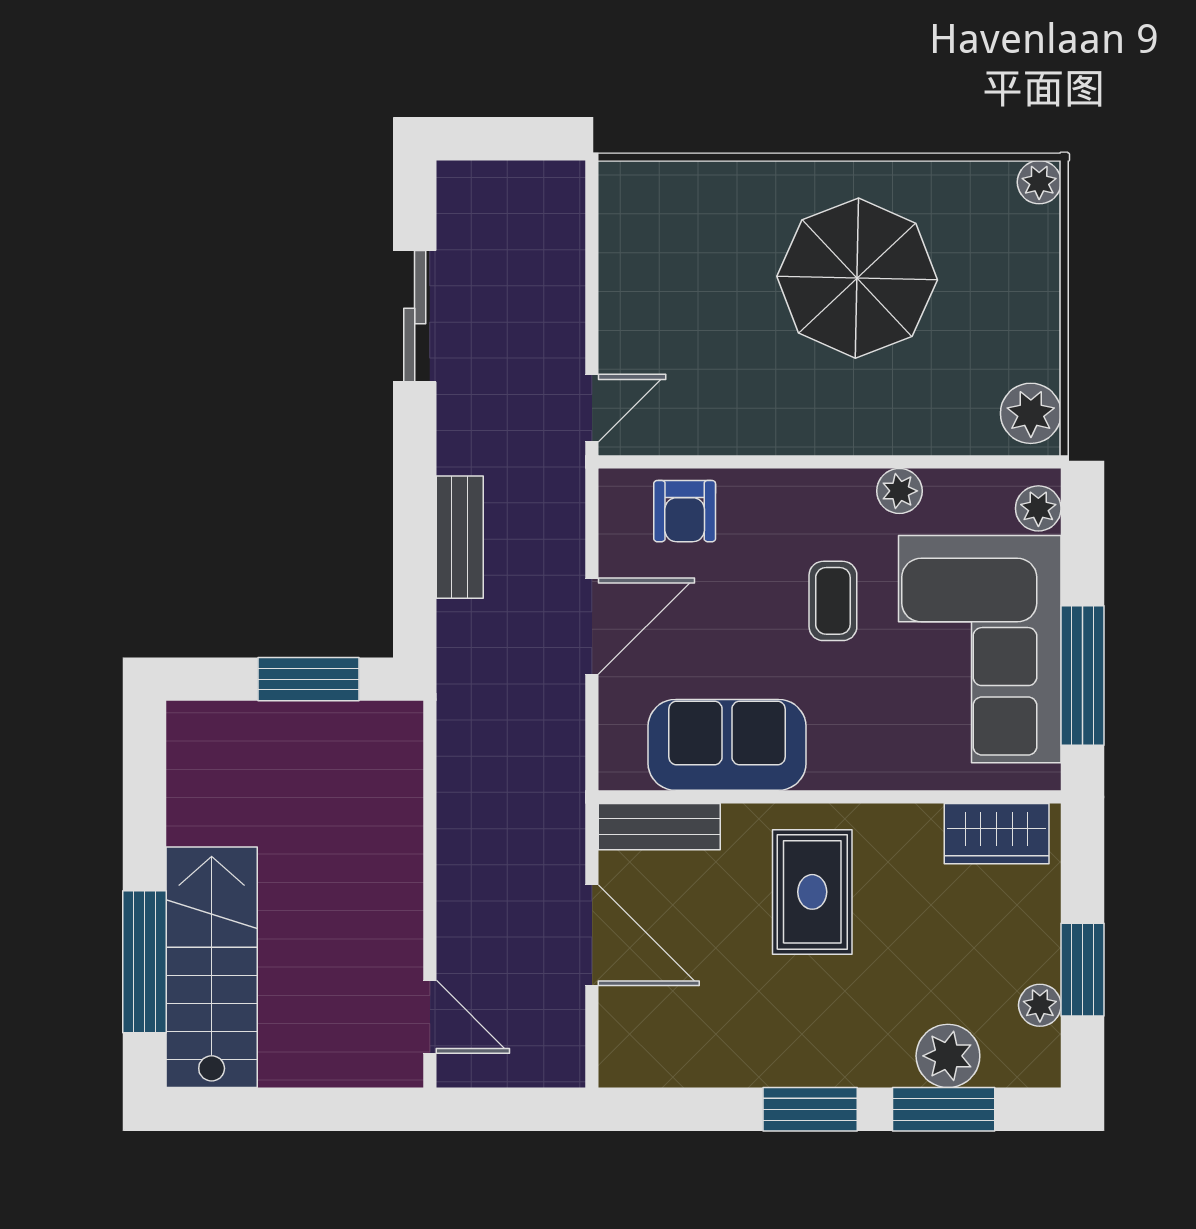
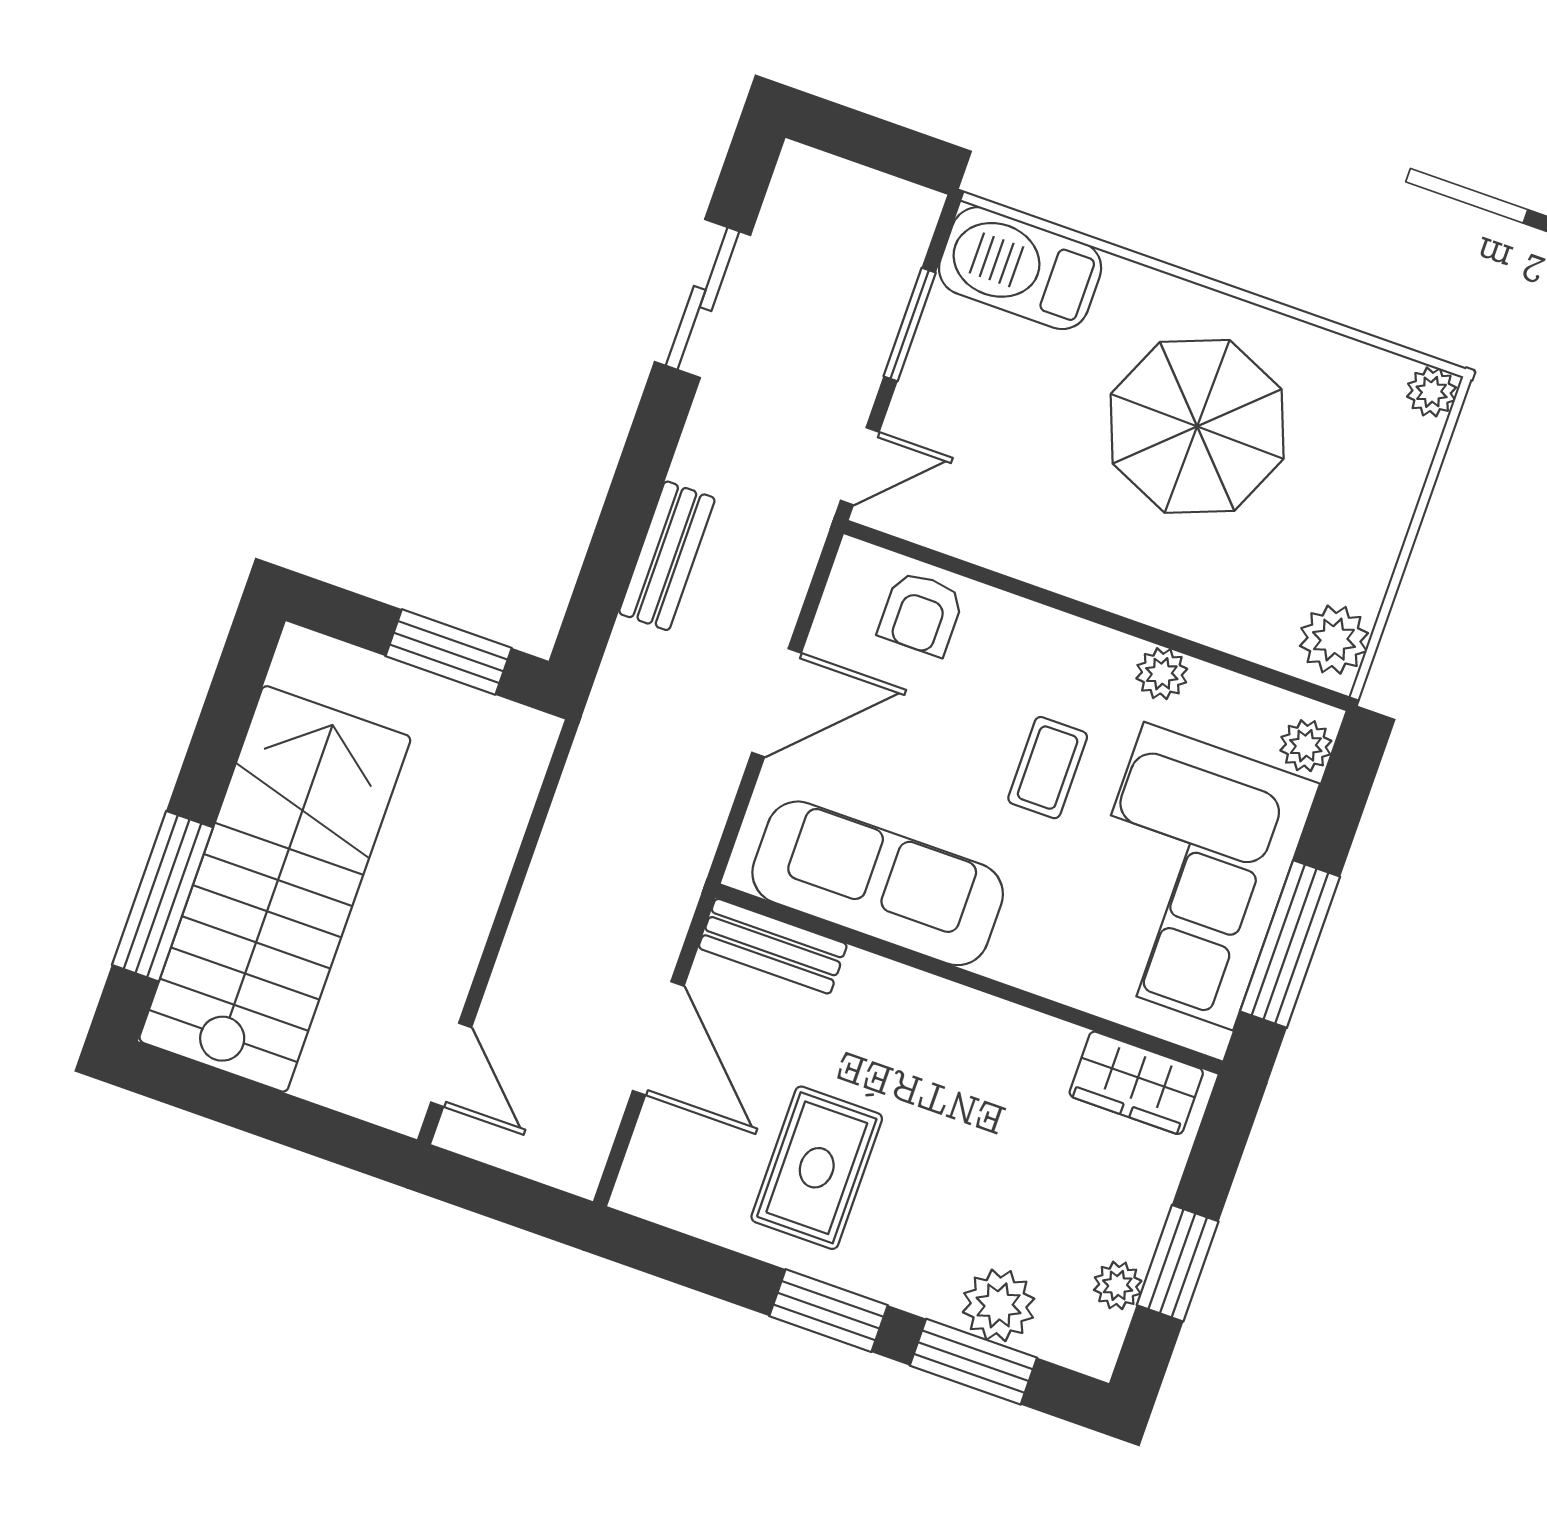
barbecue: (666, 199) -> (1020, 268), added
window: (592, 278) -> (910, 325), added
sofa: (727, 745) -> (878, 883), width x1.36
rug: (812, 892) -> (817, 1168), moved
stairs: (212, 967) -> (275, 889), width x1.36, depth x1.51

